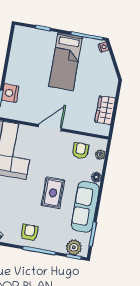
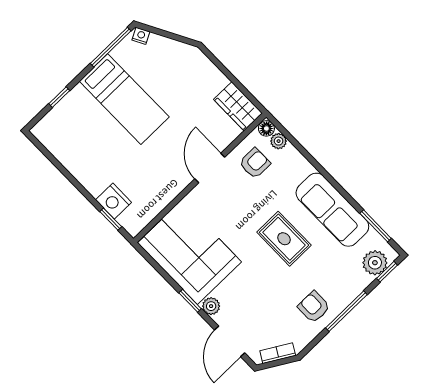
wardrobe: (105, 110) -> (238, 106), moved
door: (50, 128) -> (210, 168), moved
armchair: (80, 151) -> (255, 163), turned 90
floor lamp: (96, 177) -> (266, 128), moved

